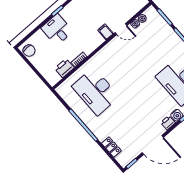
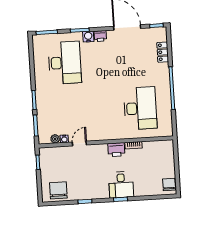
door: (121, 29) -> (79, 144), hinge flipped
desk: (57, 30) -> (121, 185), moved
filing cabinet: (106, 32) -> (94, 151), removed
printer: (64, 68) -> (116, 150), moved

